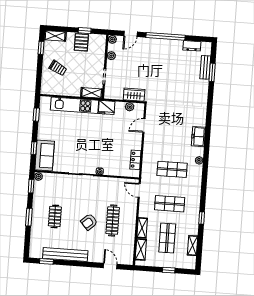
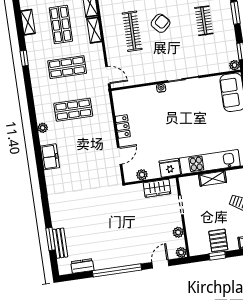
shelving: (92, 93) -> (213, 179), moved
wardrobe: (134, 95) -> (157, 188), moved
locker: (135, 160) -> (123, 127), moved

